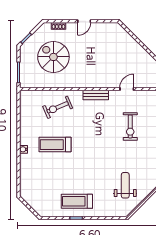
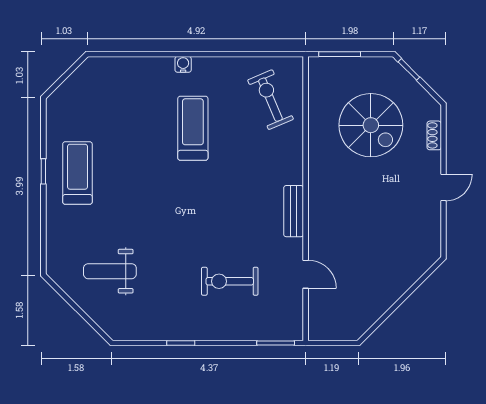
door: (84, 21) -> (443, 188), swing flipped
spiral stairs: (53, 57) -> (371, 125), turned 90
exercise bike: (58, 107) -> (270, 100), moved
weight bench: (125, 185) -> (110, 271), turned 180

